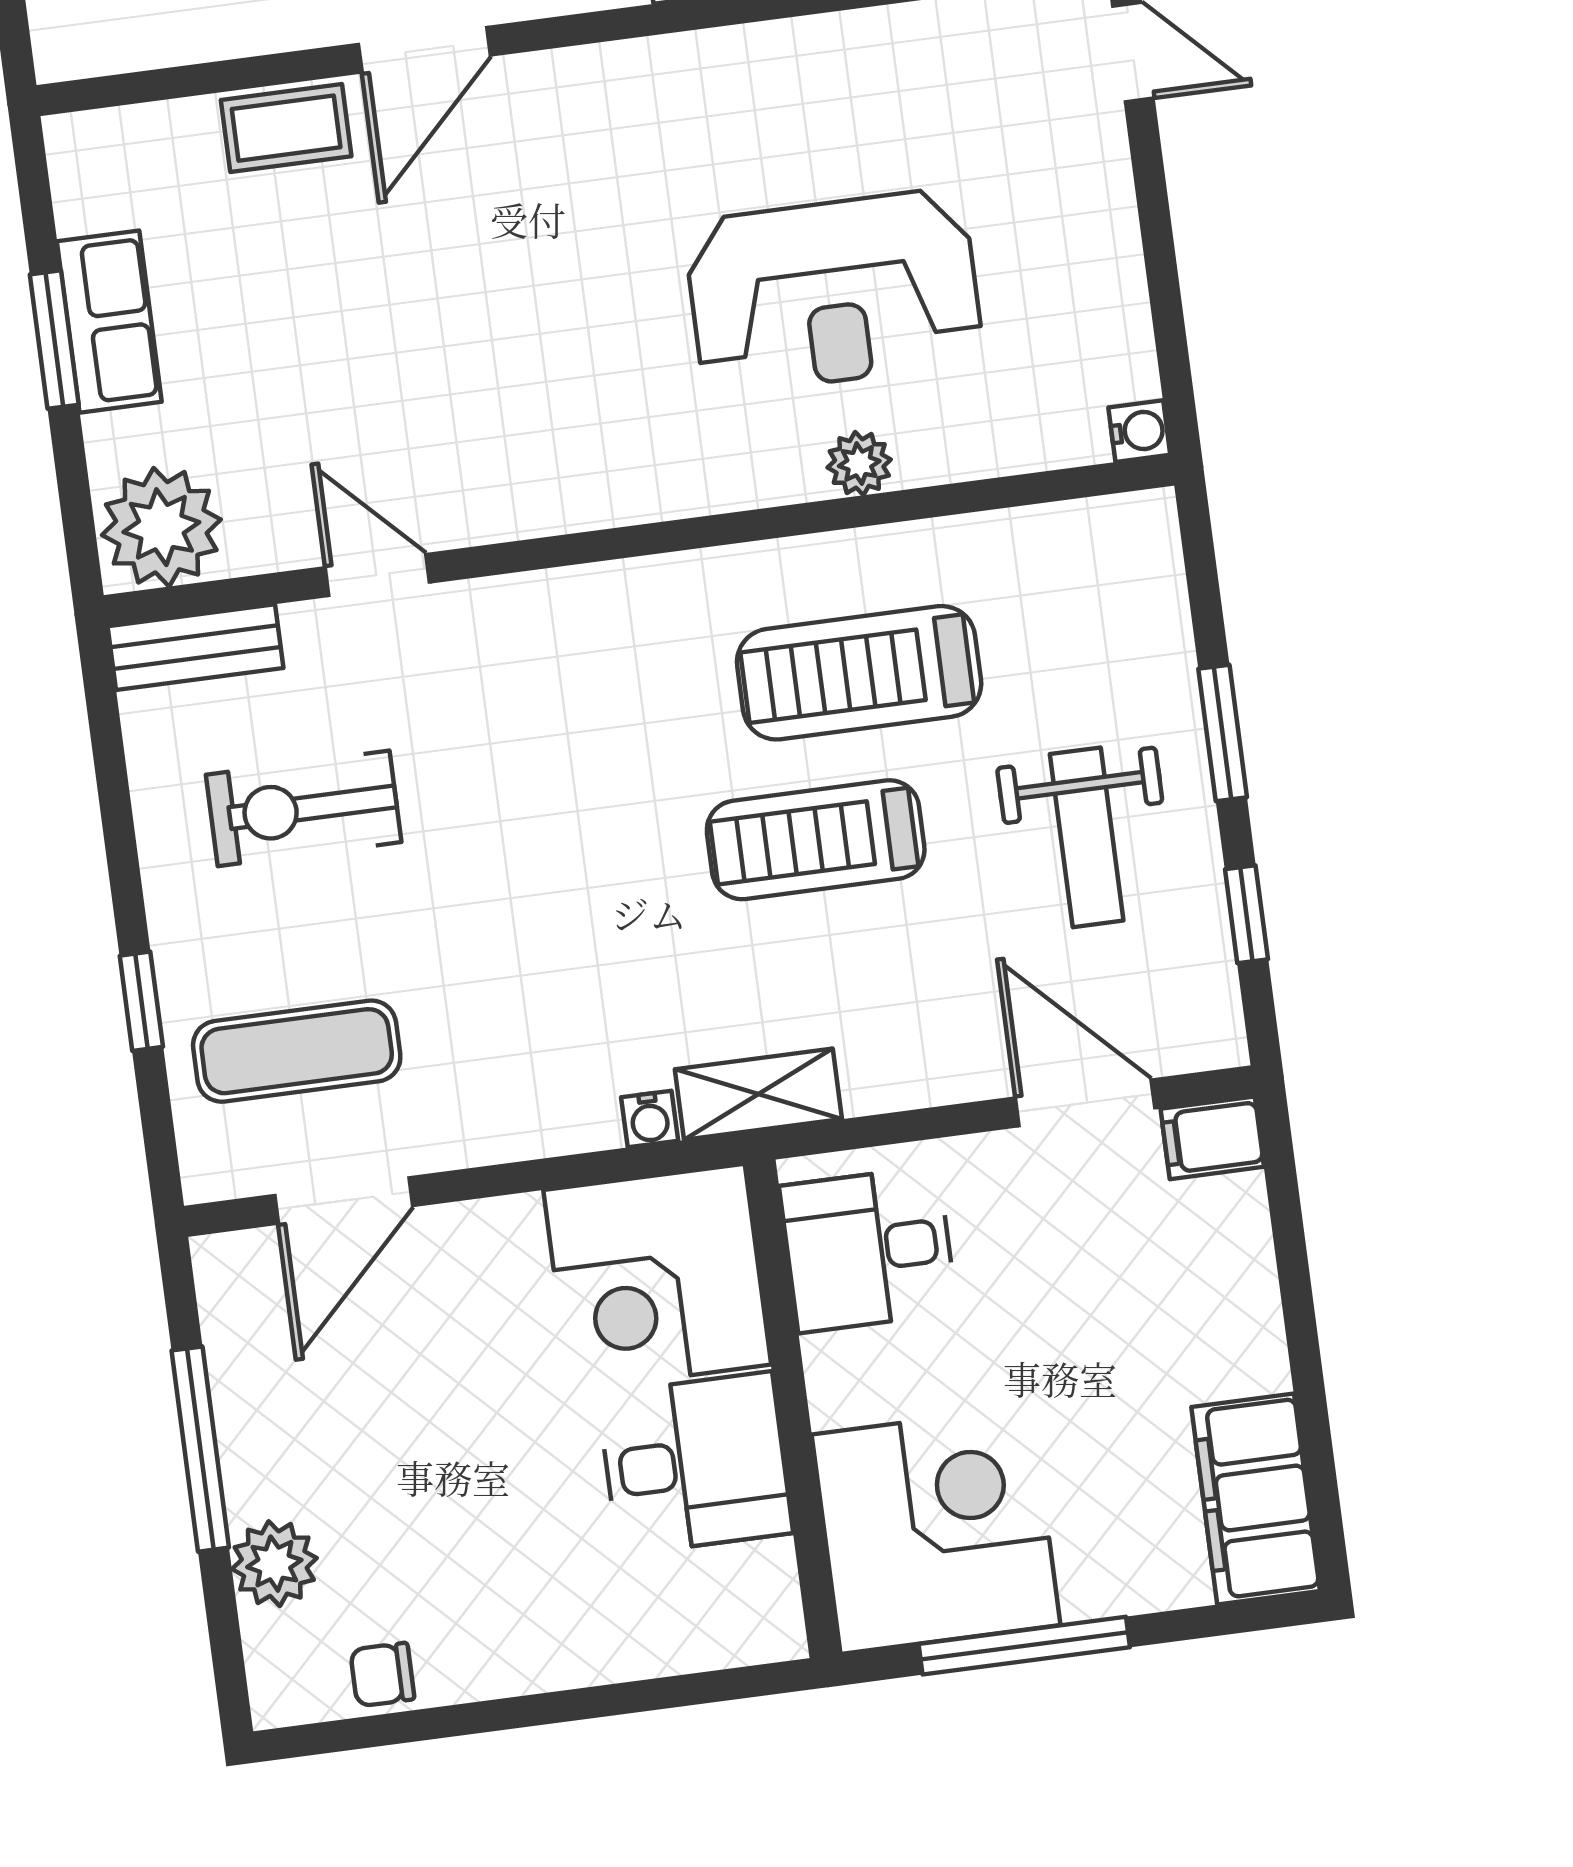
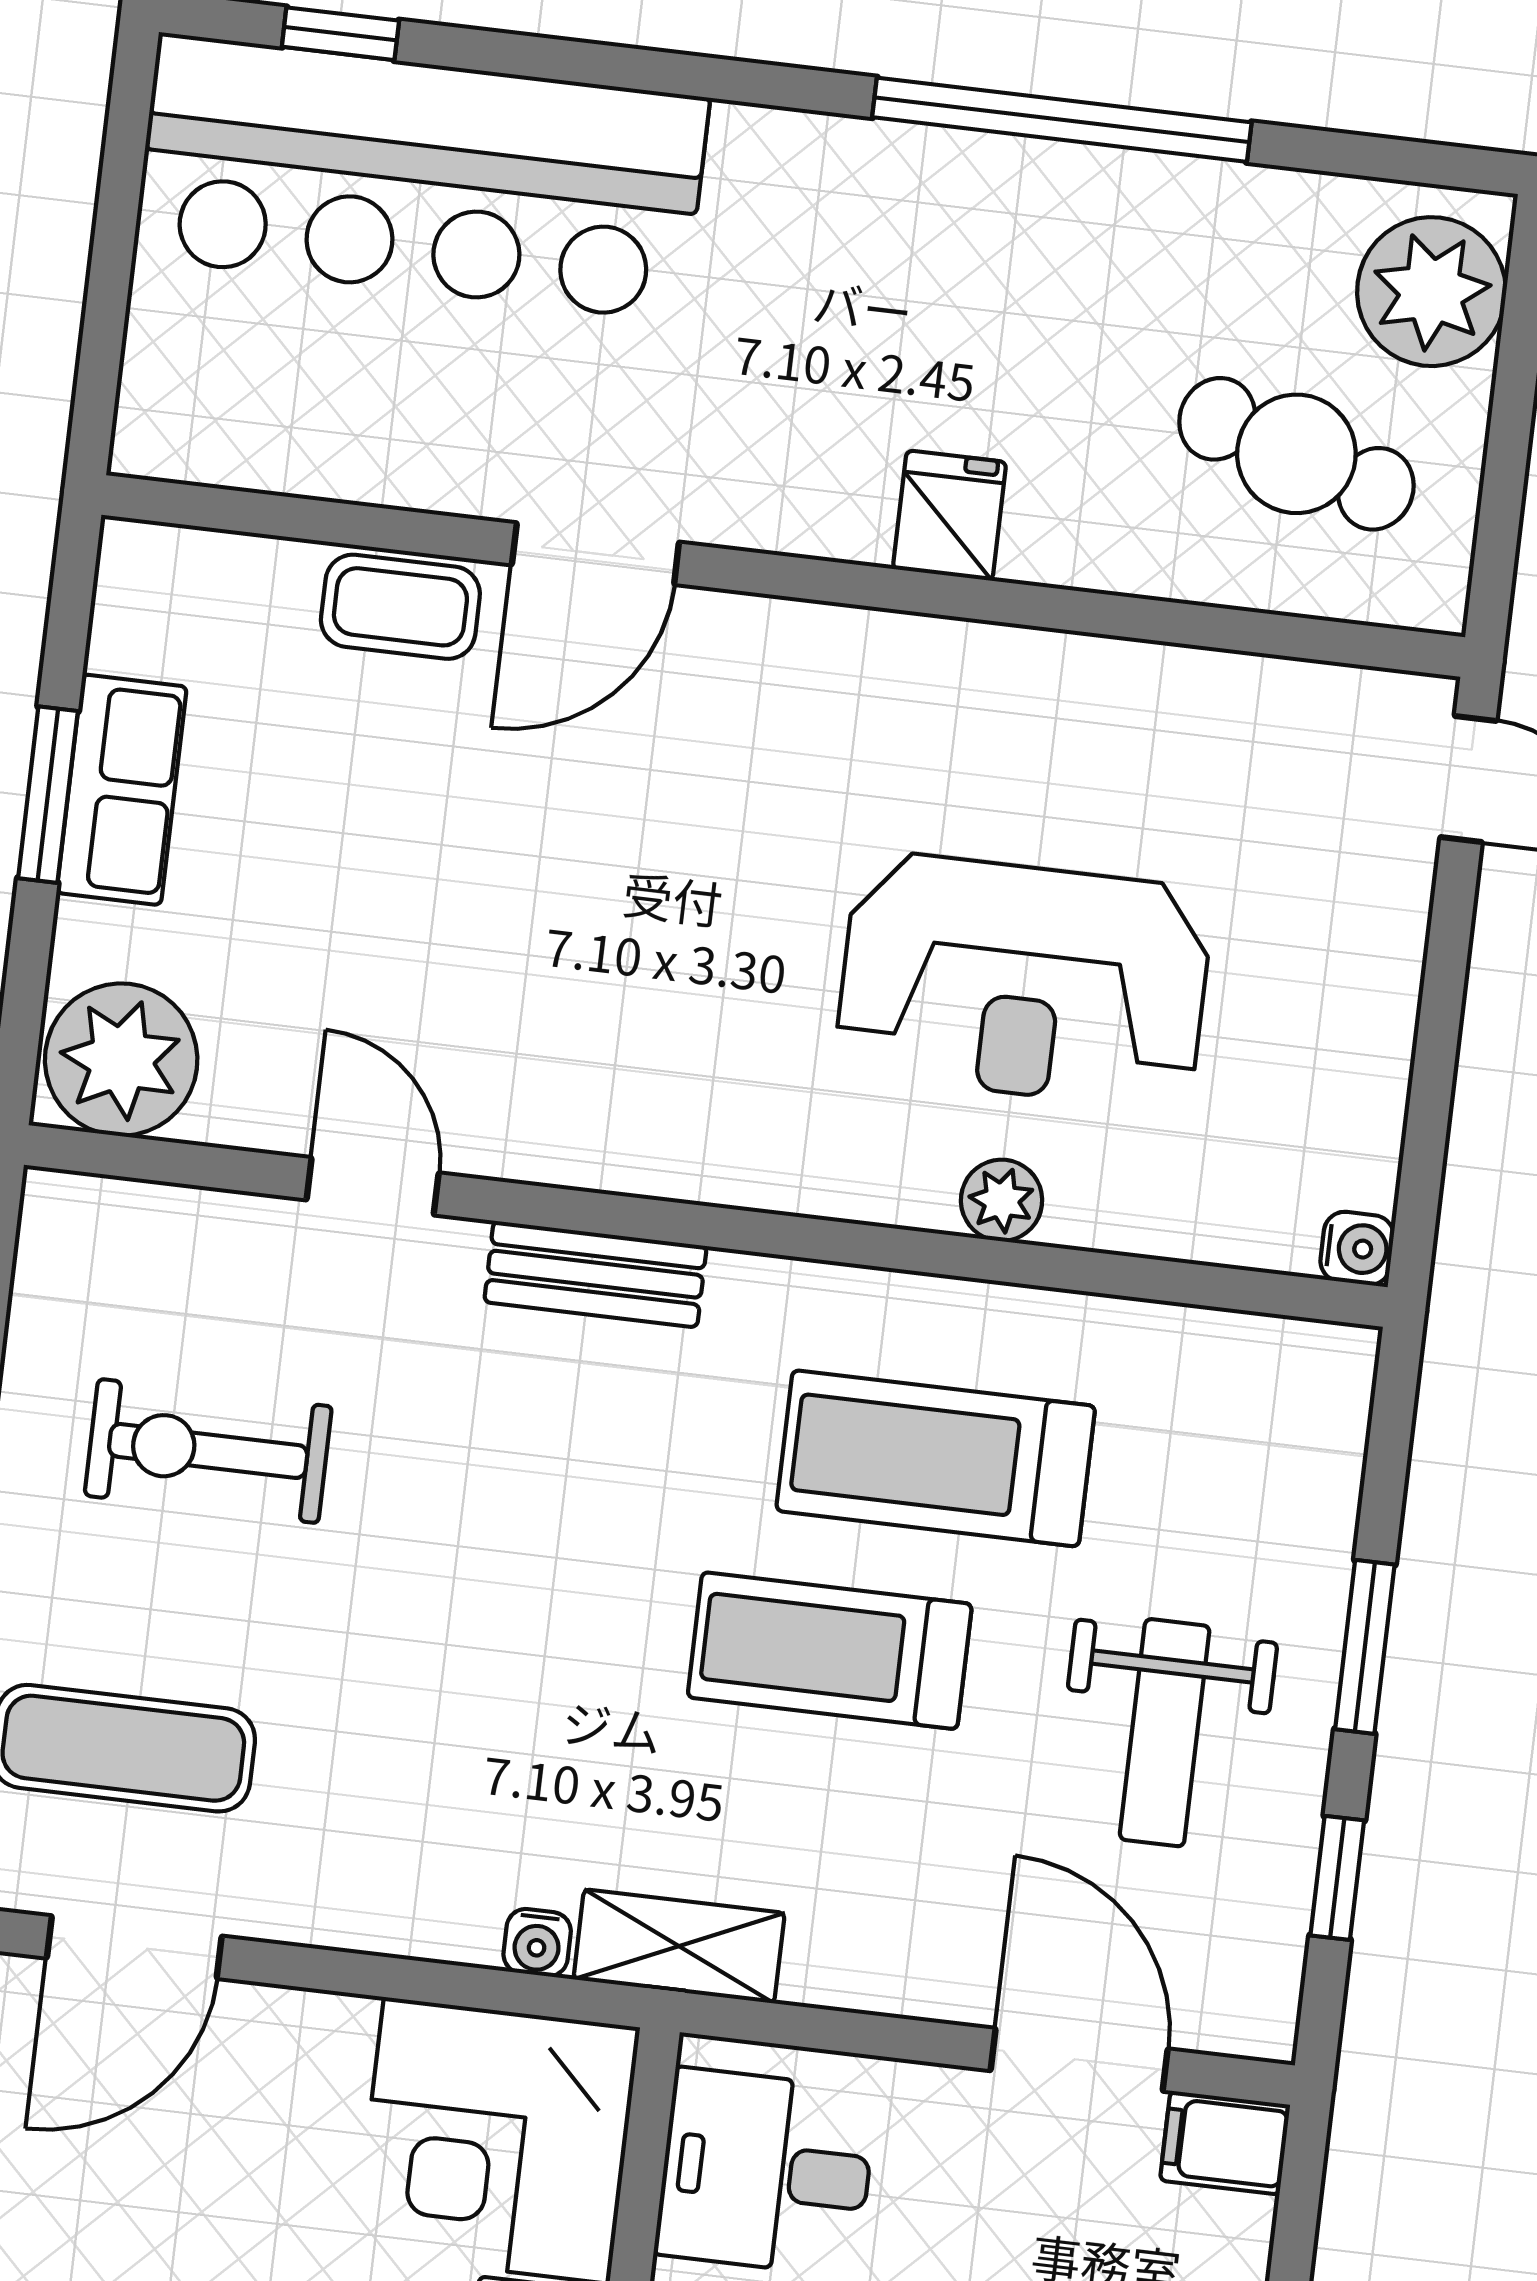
bench: (195, 647) -> (595, 1274), moved

